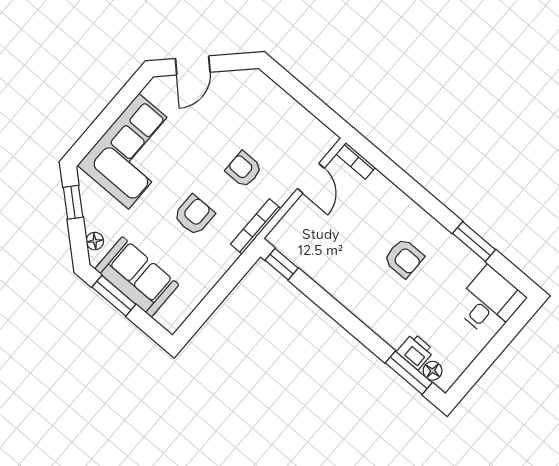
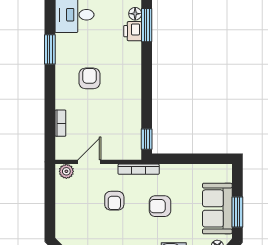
plant: (322, 144) -> (66, 171), added
bookcase: (356, 161) -> (60, 123), moved

